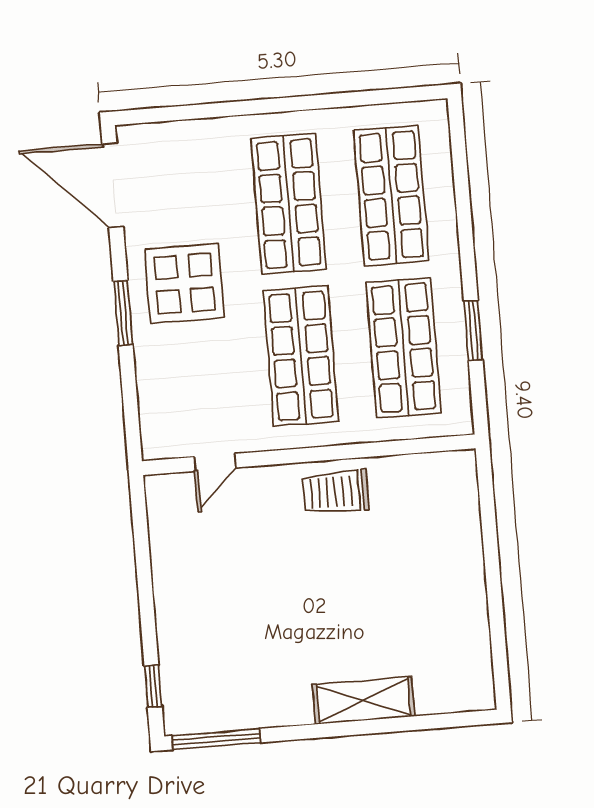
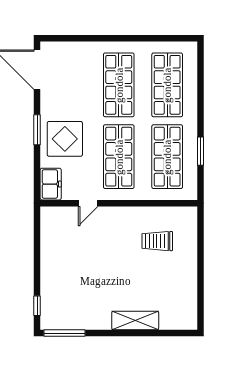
display table: (184, 283) -> (65, 139), moved
freezer: (161, 426) -> (51, 184), added
door: (215, 462) -> (88, 203), moved
trolley: (336, 492) -> (157, 241), moved

